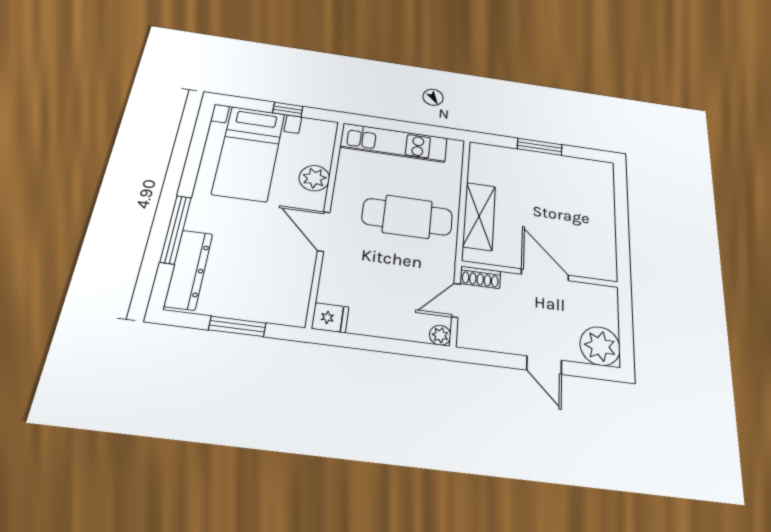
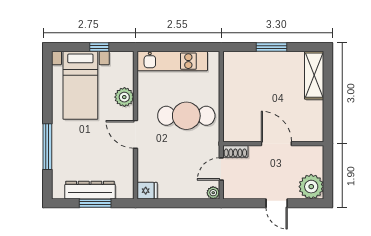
shelving: (479, 216) -> (314, 75), moved
dresser: (189, 270) -> (90, 190), moved, turned -90

